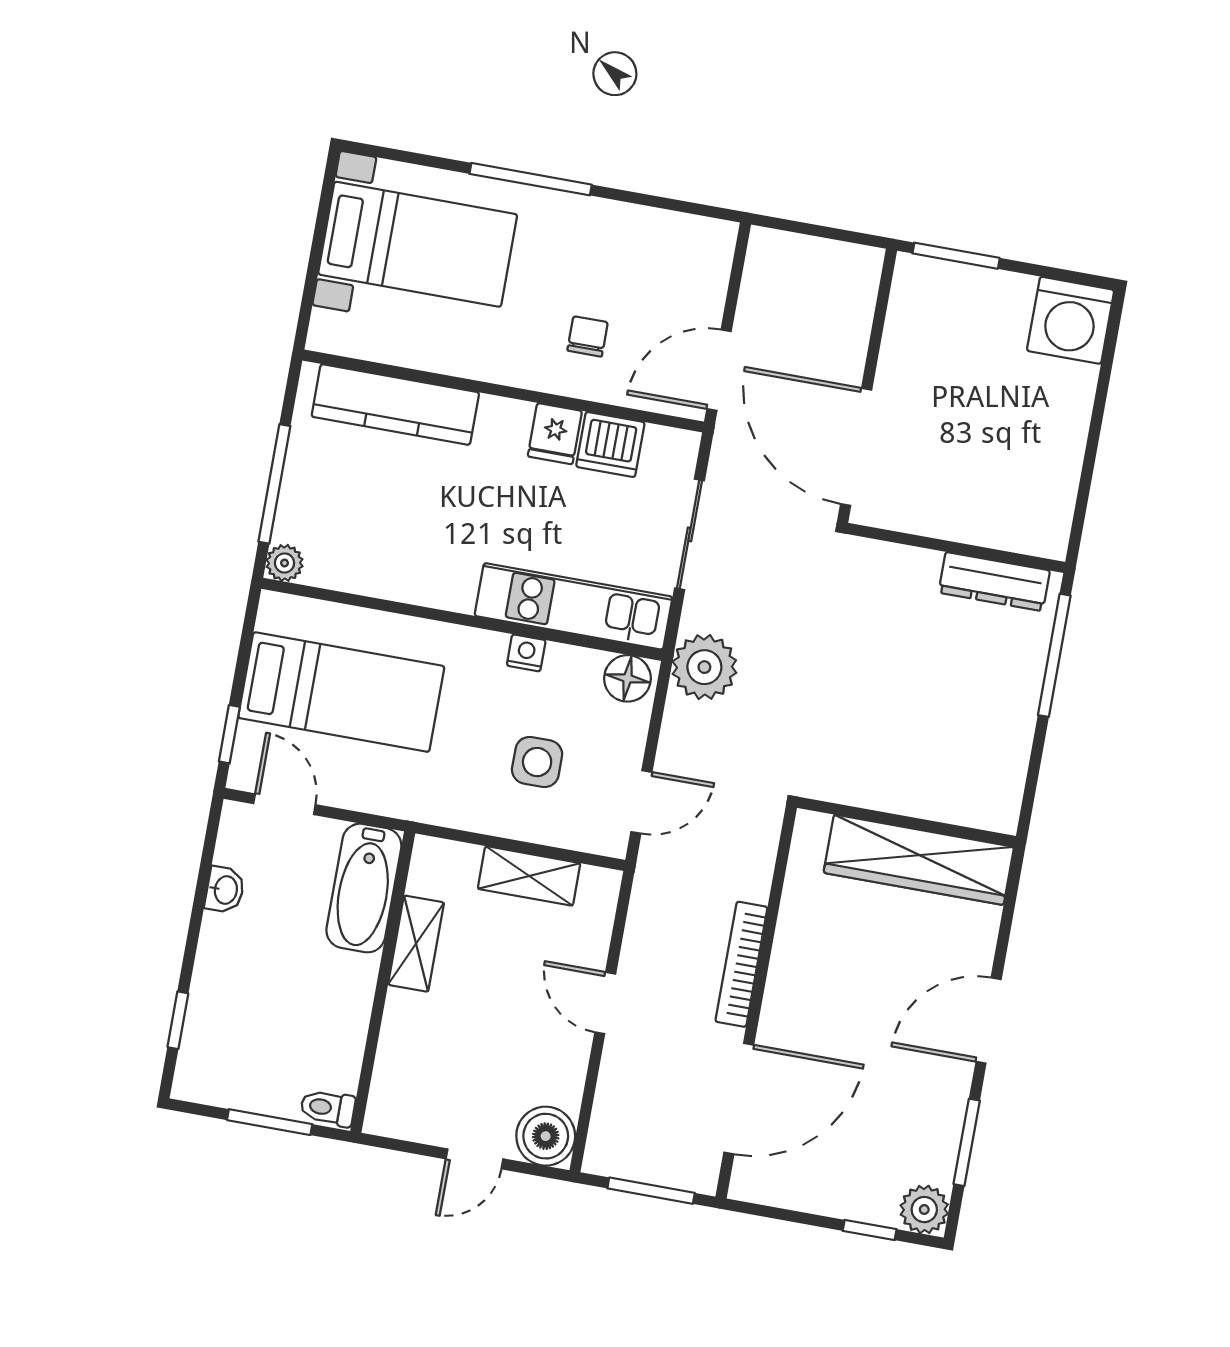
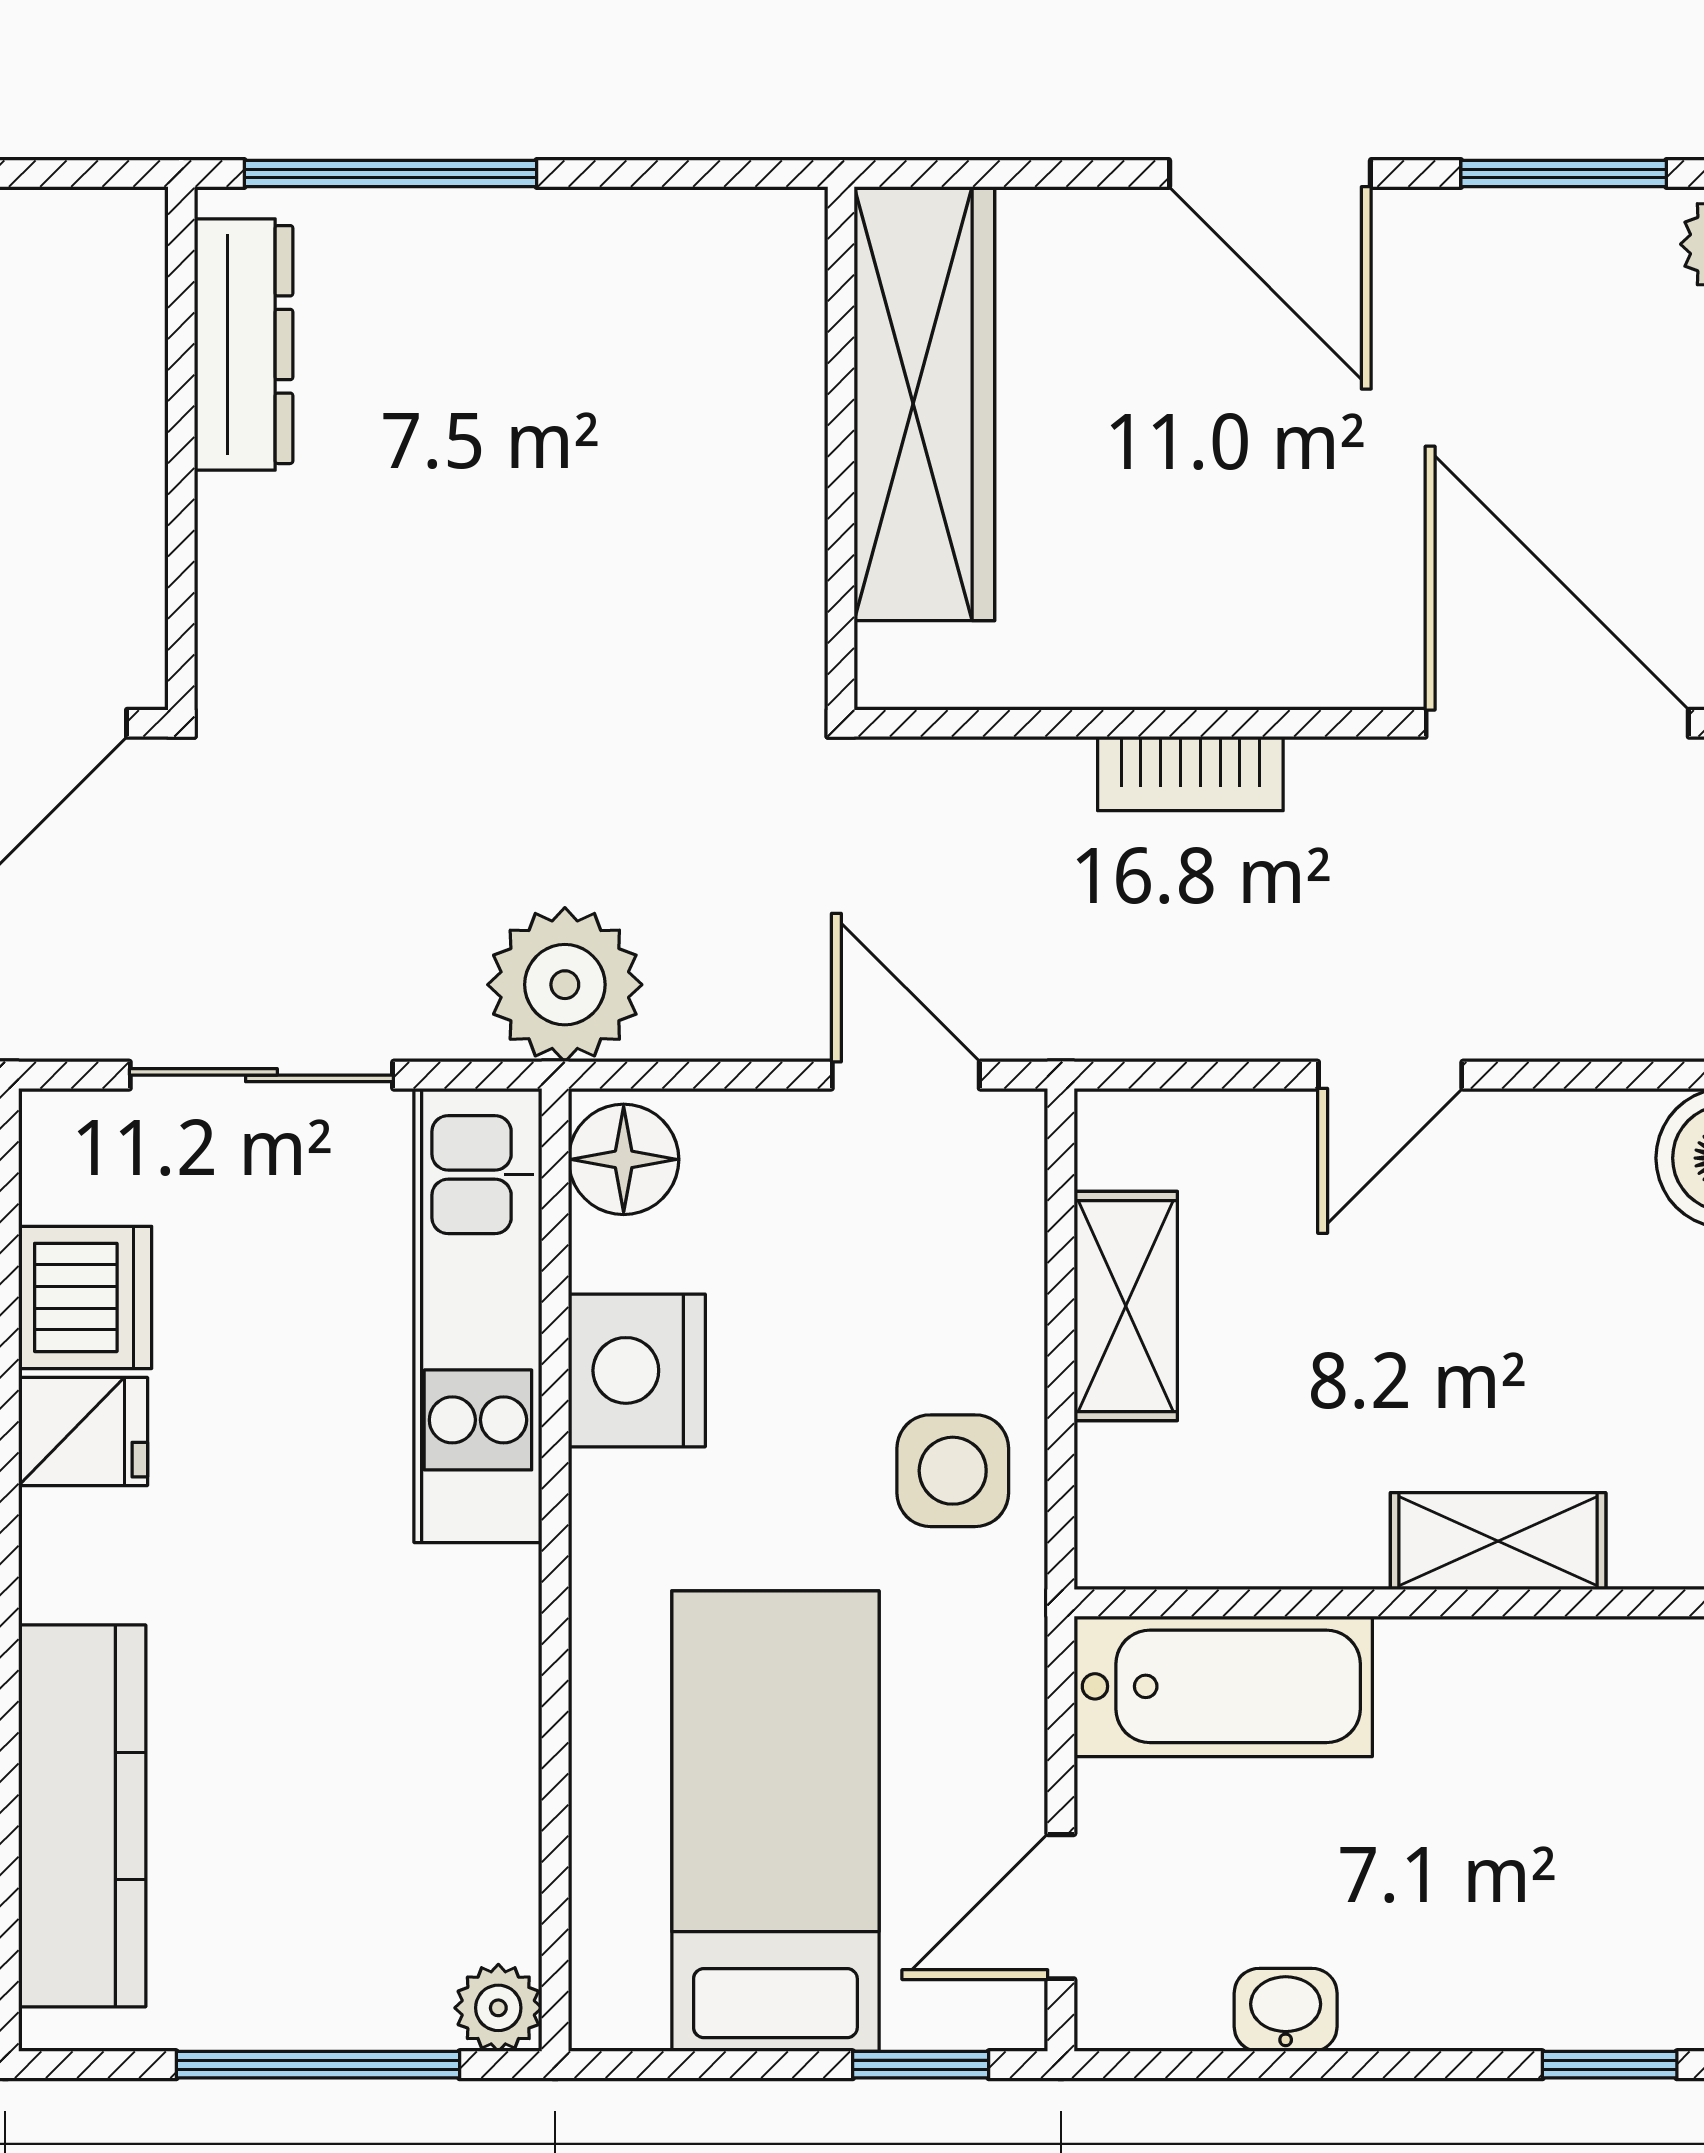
nightstand: (526, 653) -> (637, 1370), width x1.89, depth x1.79
side table: (537, 762) -> (953, 1471), moved
shelving: (416, 944) -> (1498, 1541), moved
bookcase: (741, 964) -> (1190, 774), width x0.64

